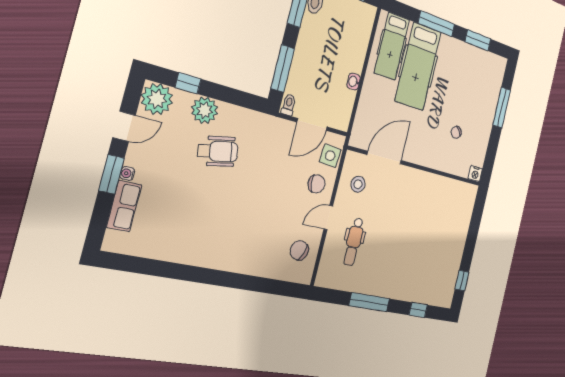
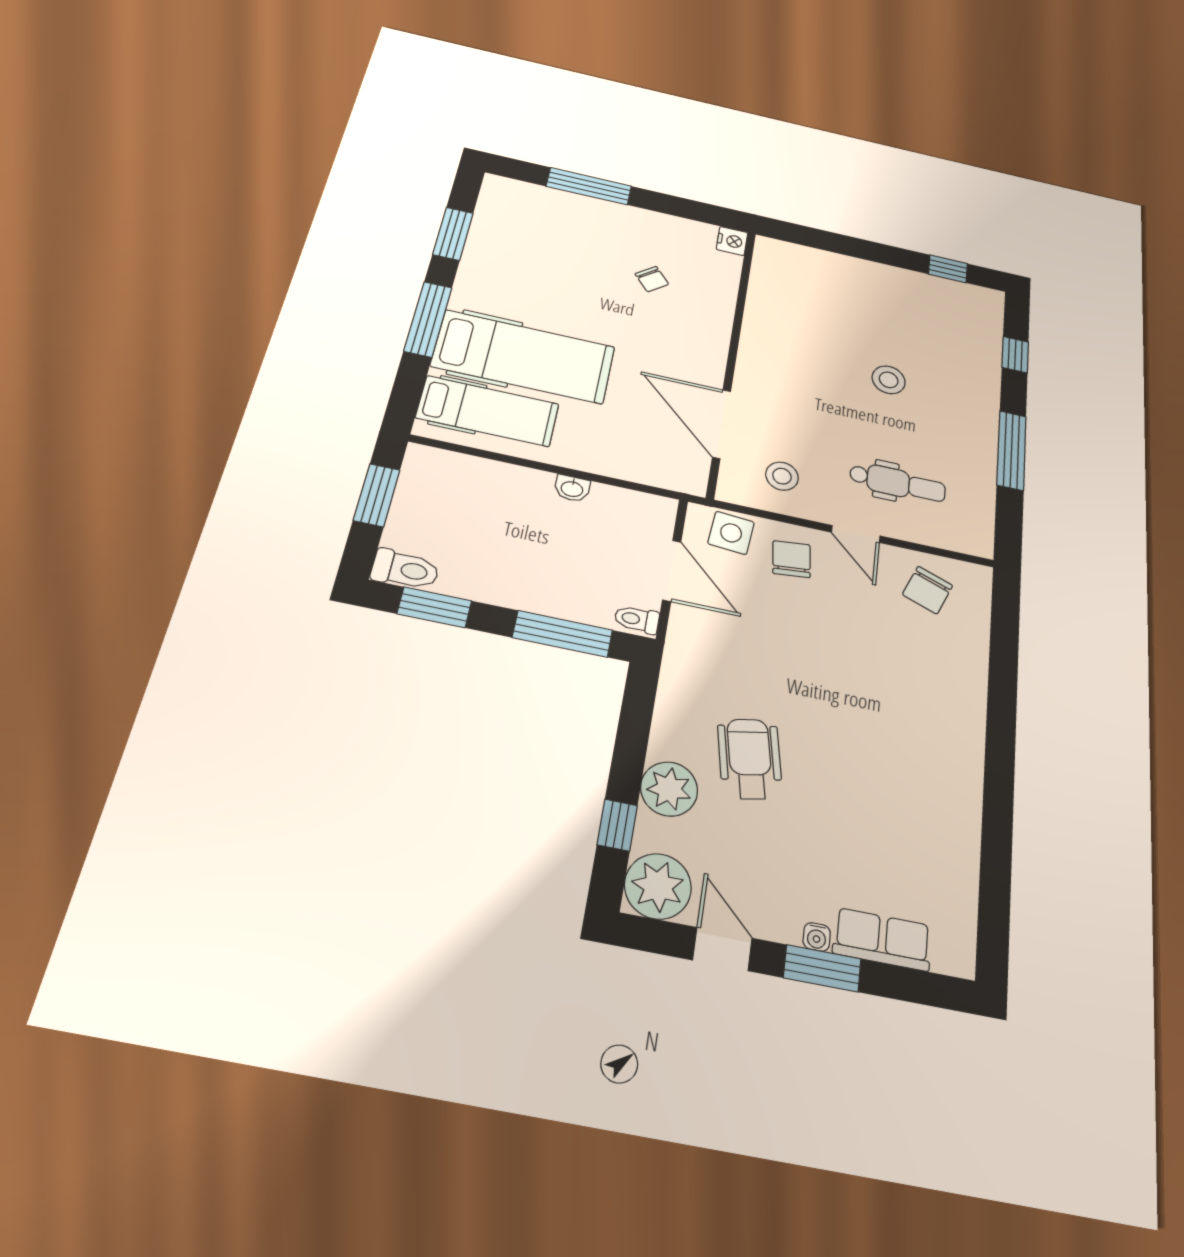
stool: (406, 243) -> (889, 380), added

